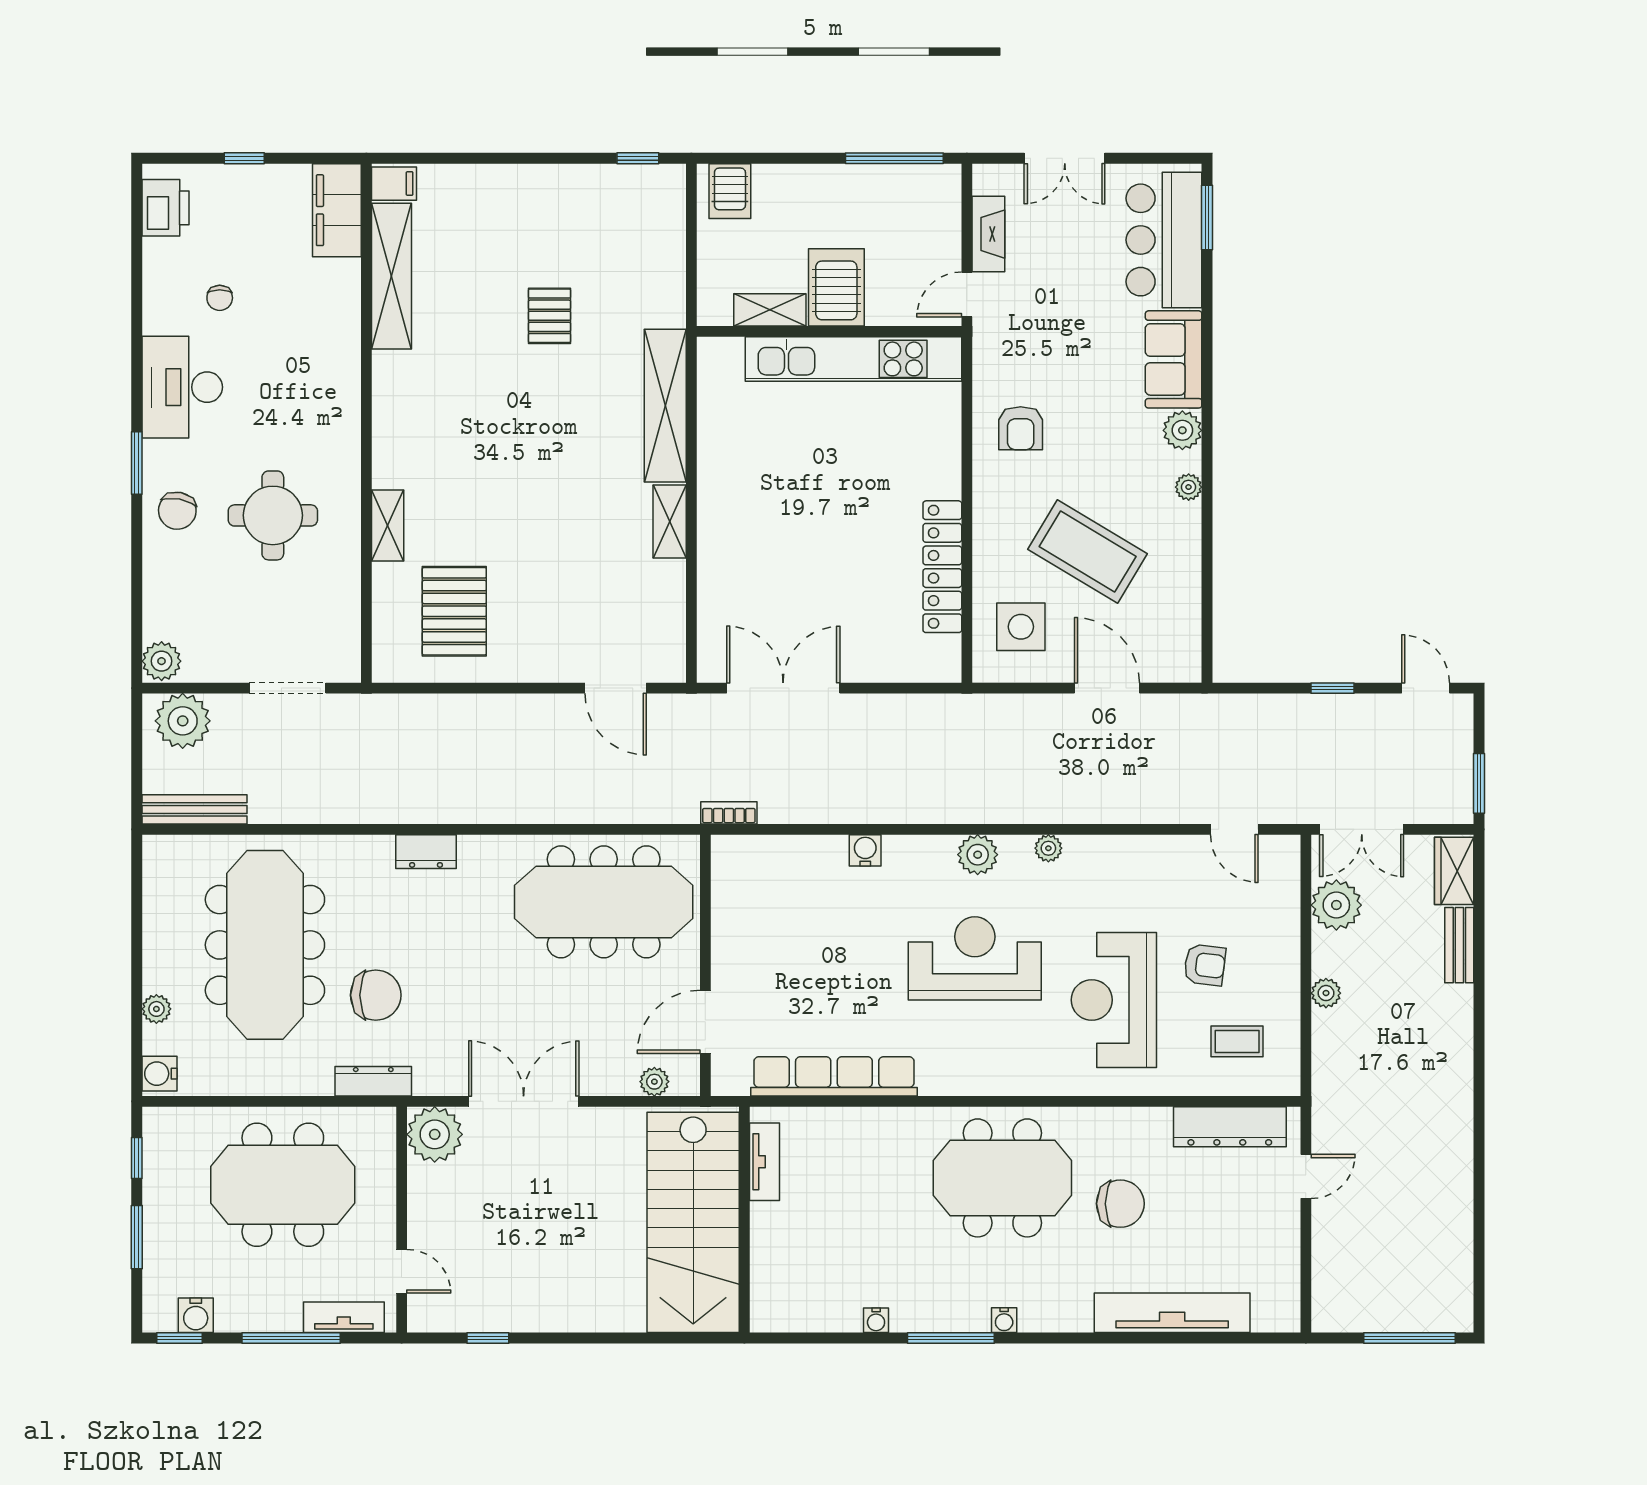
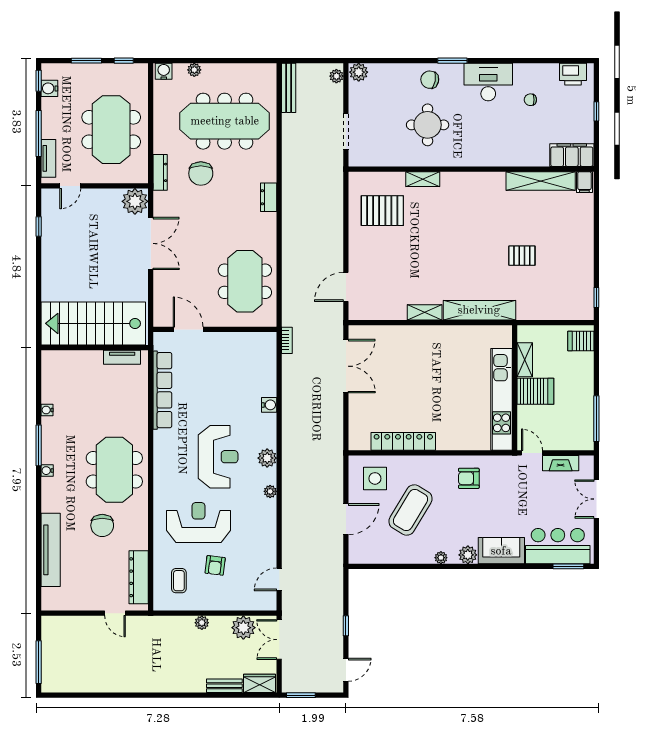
plant: (183, 721) -> (336, 76), width x0.53, depth x0.53
meeting table: (604, 902) -> (245, 281), width x0.73
plant: (654, 1082) -> (160, 305), removed

